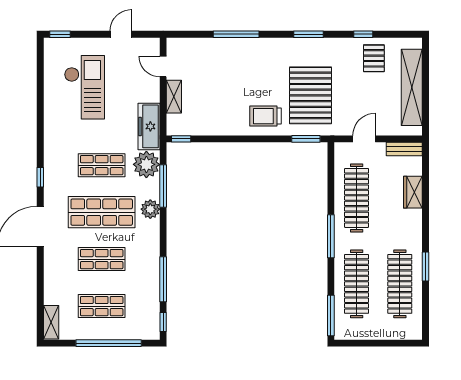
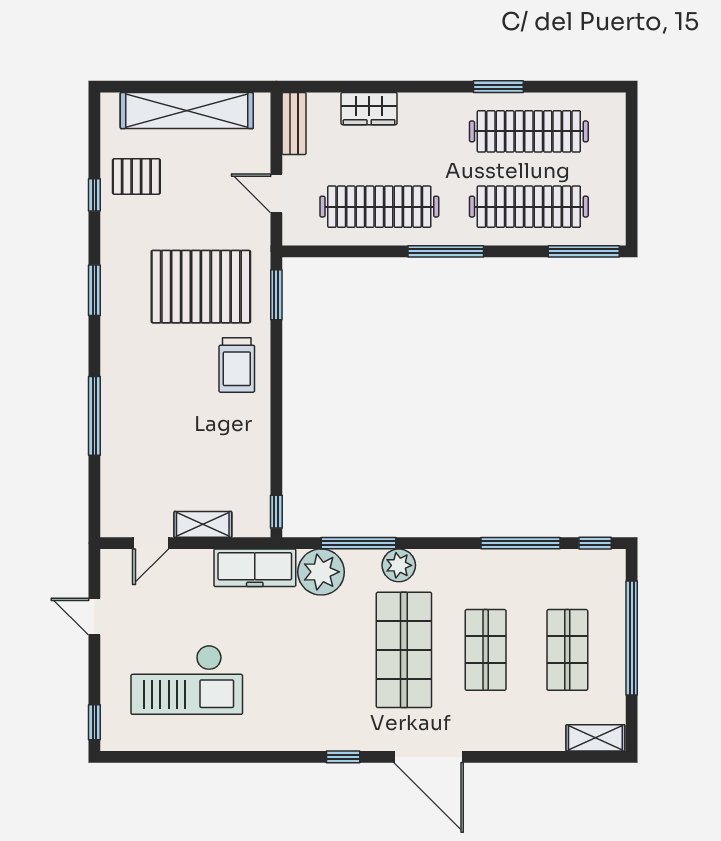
checkout: (84, 87) -> (187, 680), turned 180
shop shelf: (102, 165) -> (322, 650), removed

